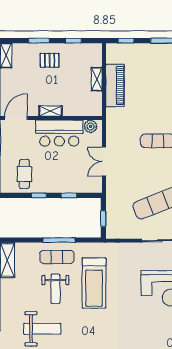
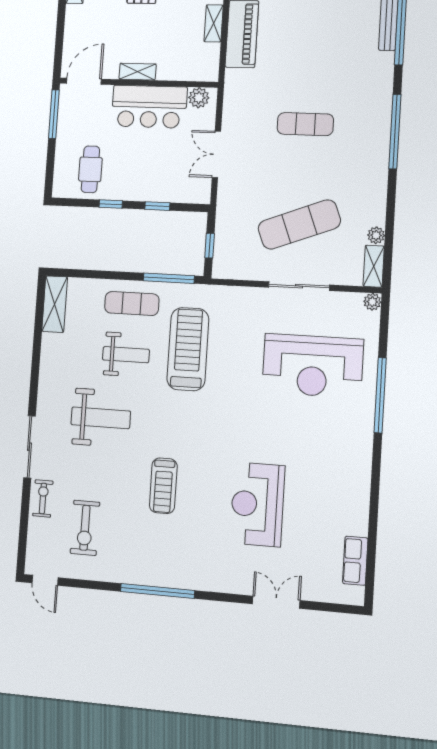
window: (59, 240) -> (169, 278), moved
treadmill: (94, 283) -> (188, 349), turned 180
weight bench: (55, 289) -> (126, 355), turned -90

